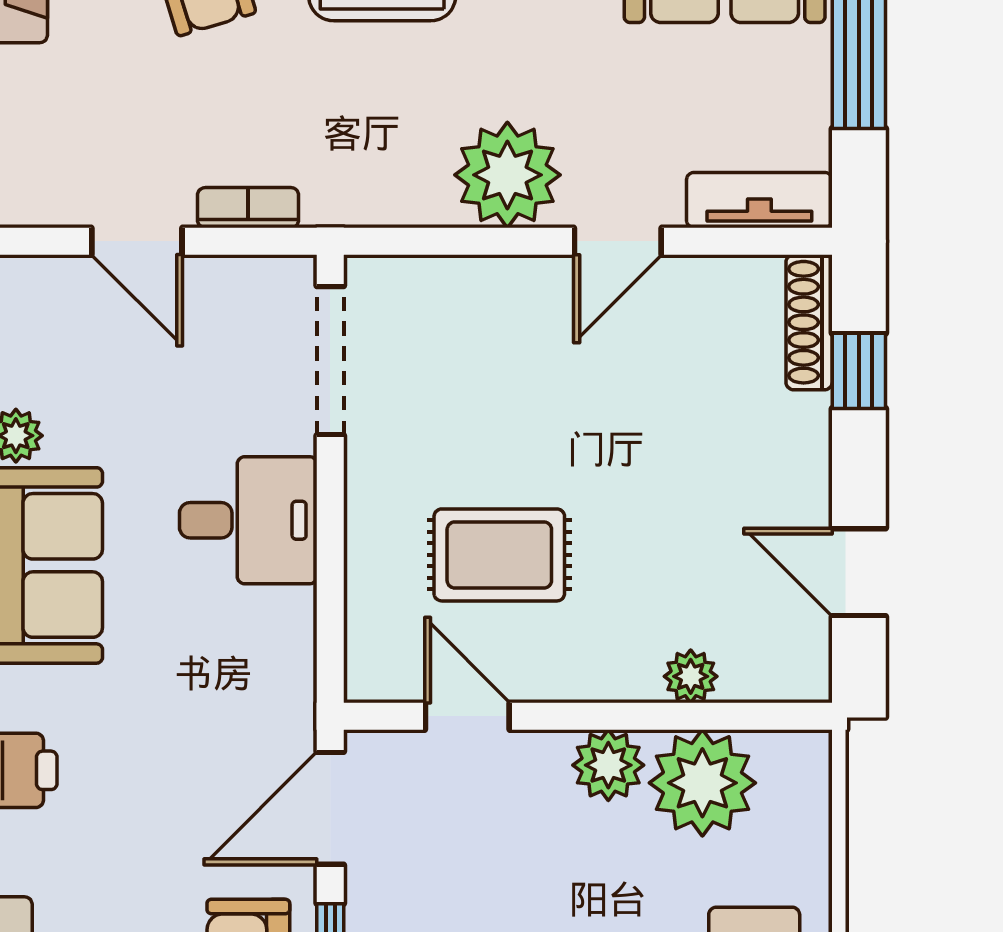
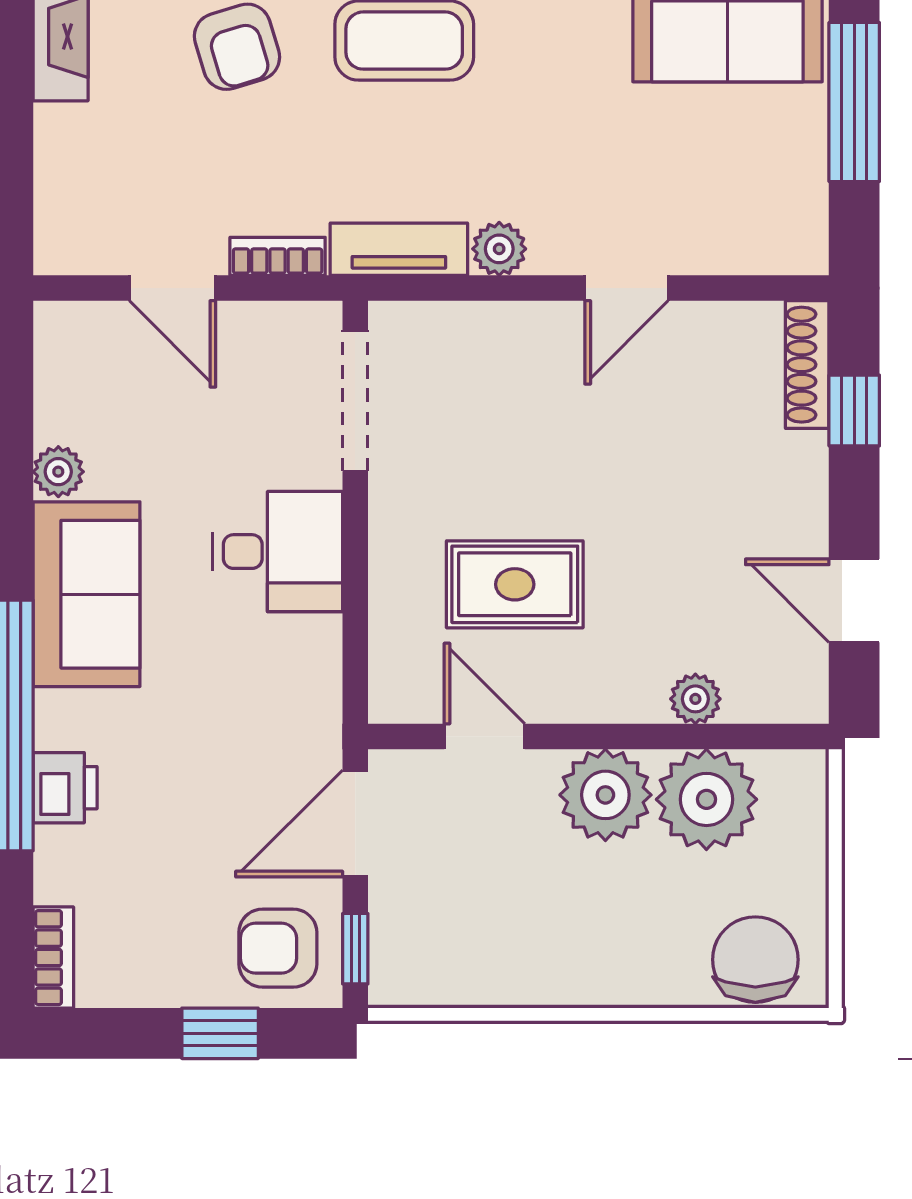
plant: (507, 175) -> (499, 249), width x0.53, depth x0.53
tv unit: (759, 200) -> (399, 249), moved
plant: (608, 765) -> (605, 795), width x1.36, depth x1.36

